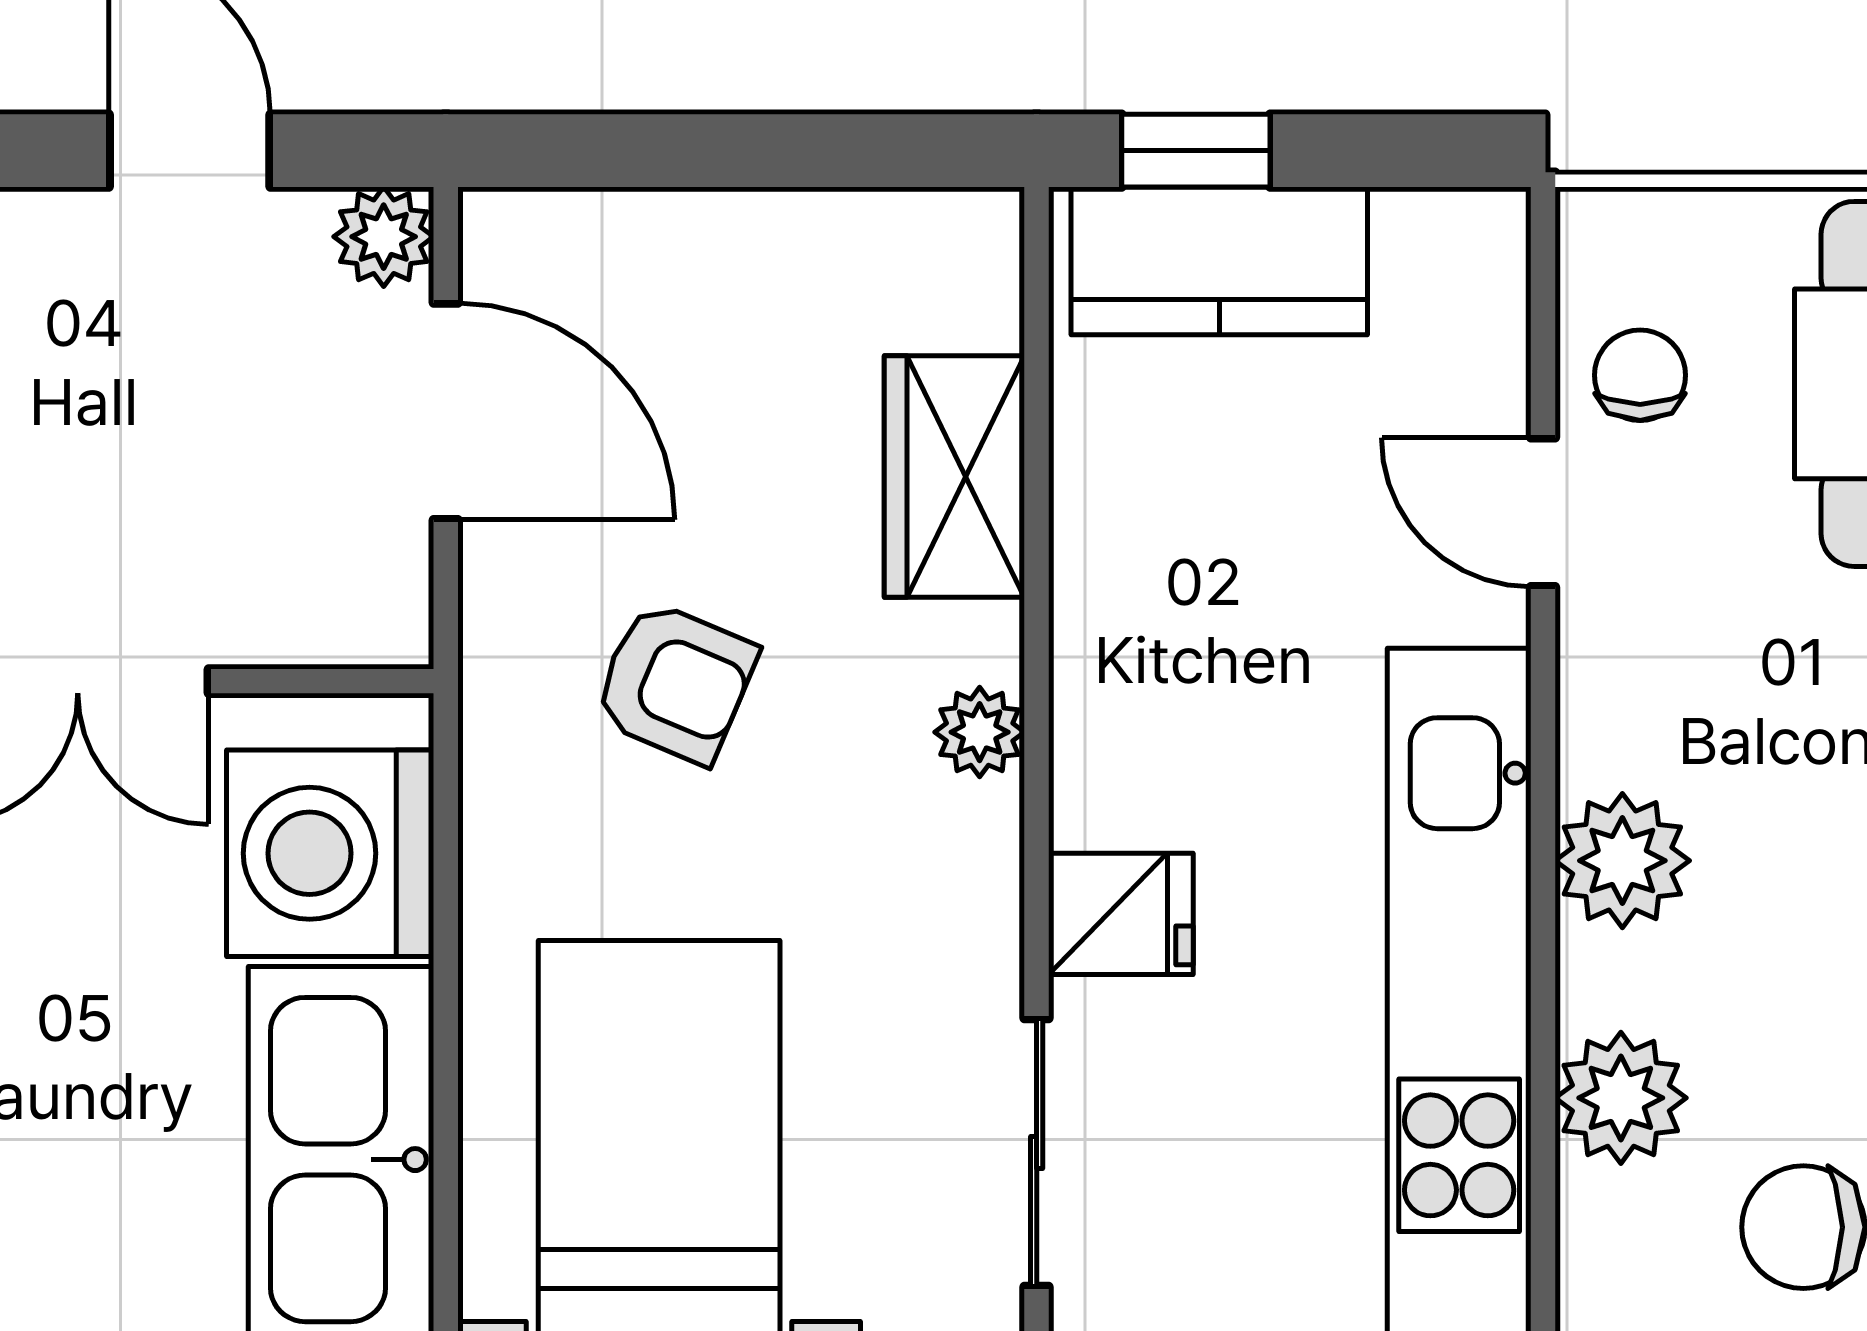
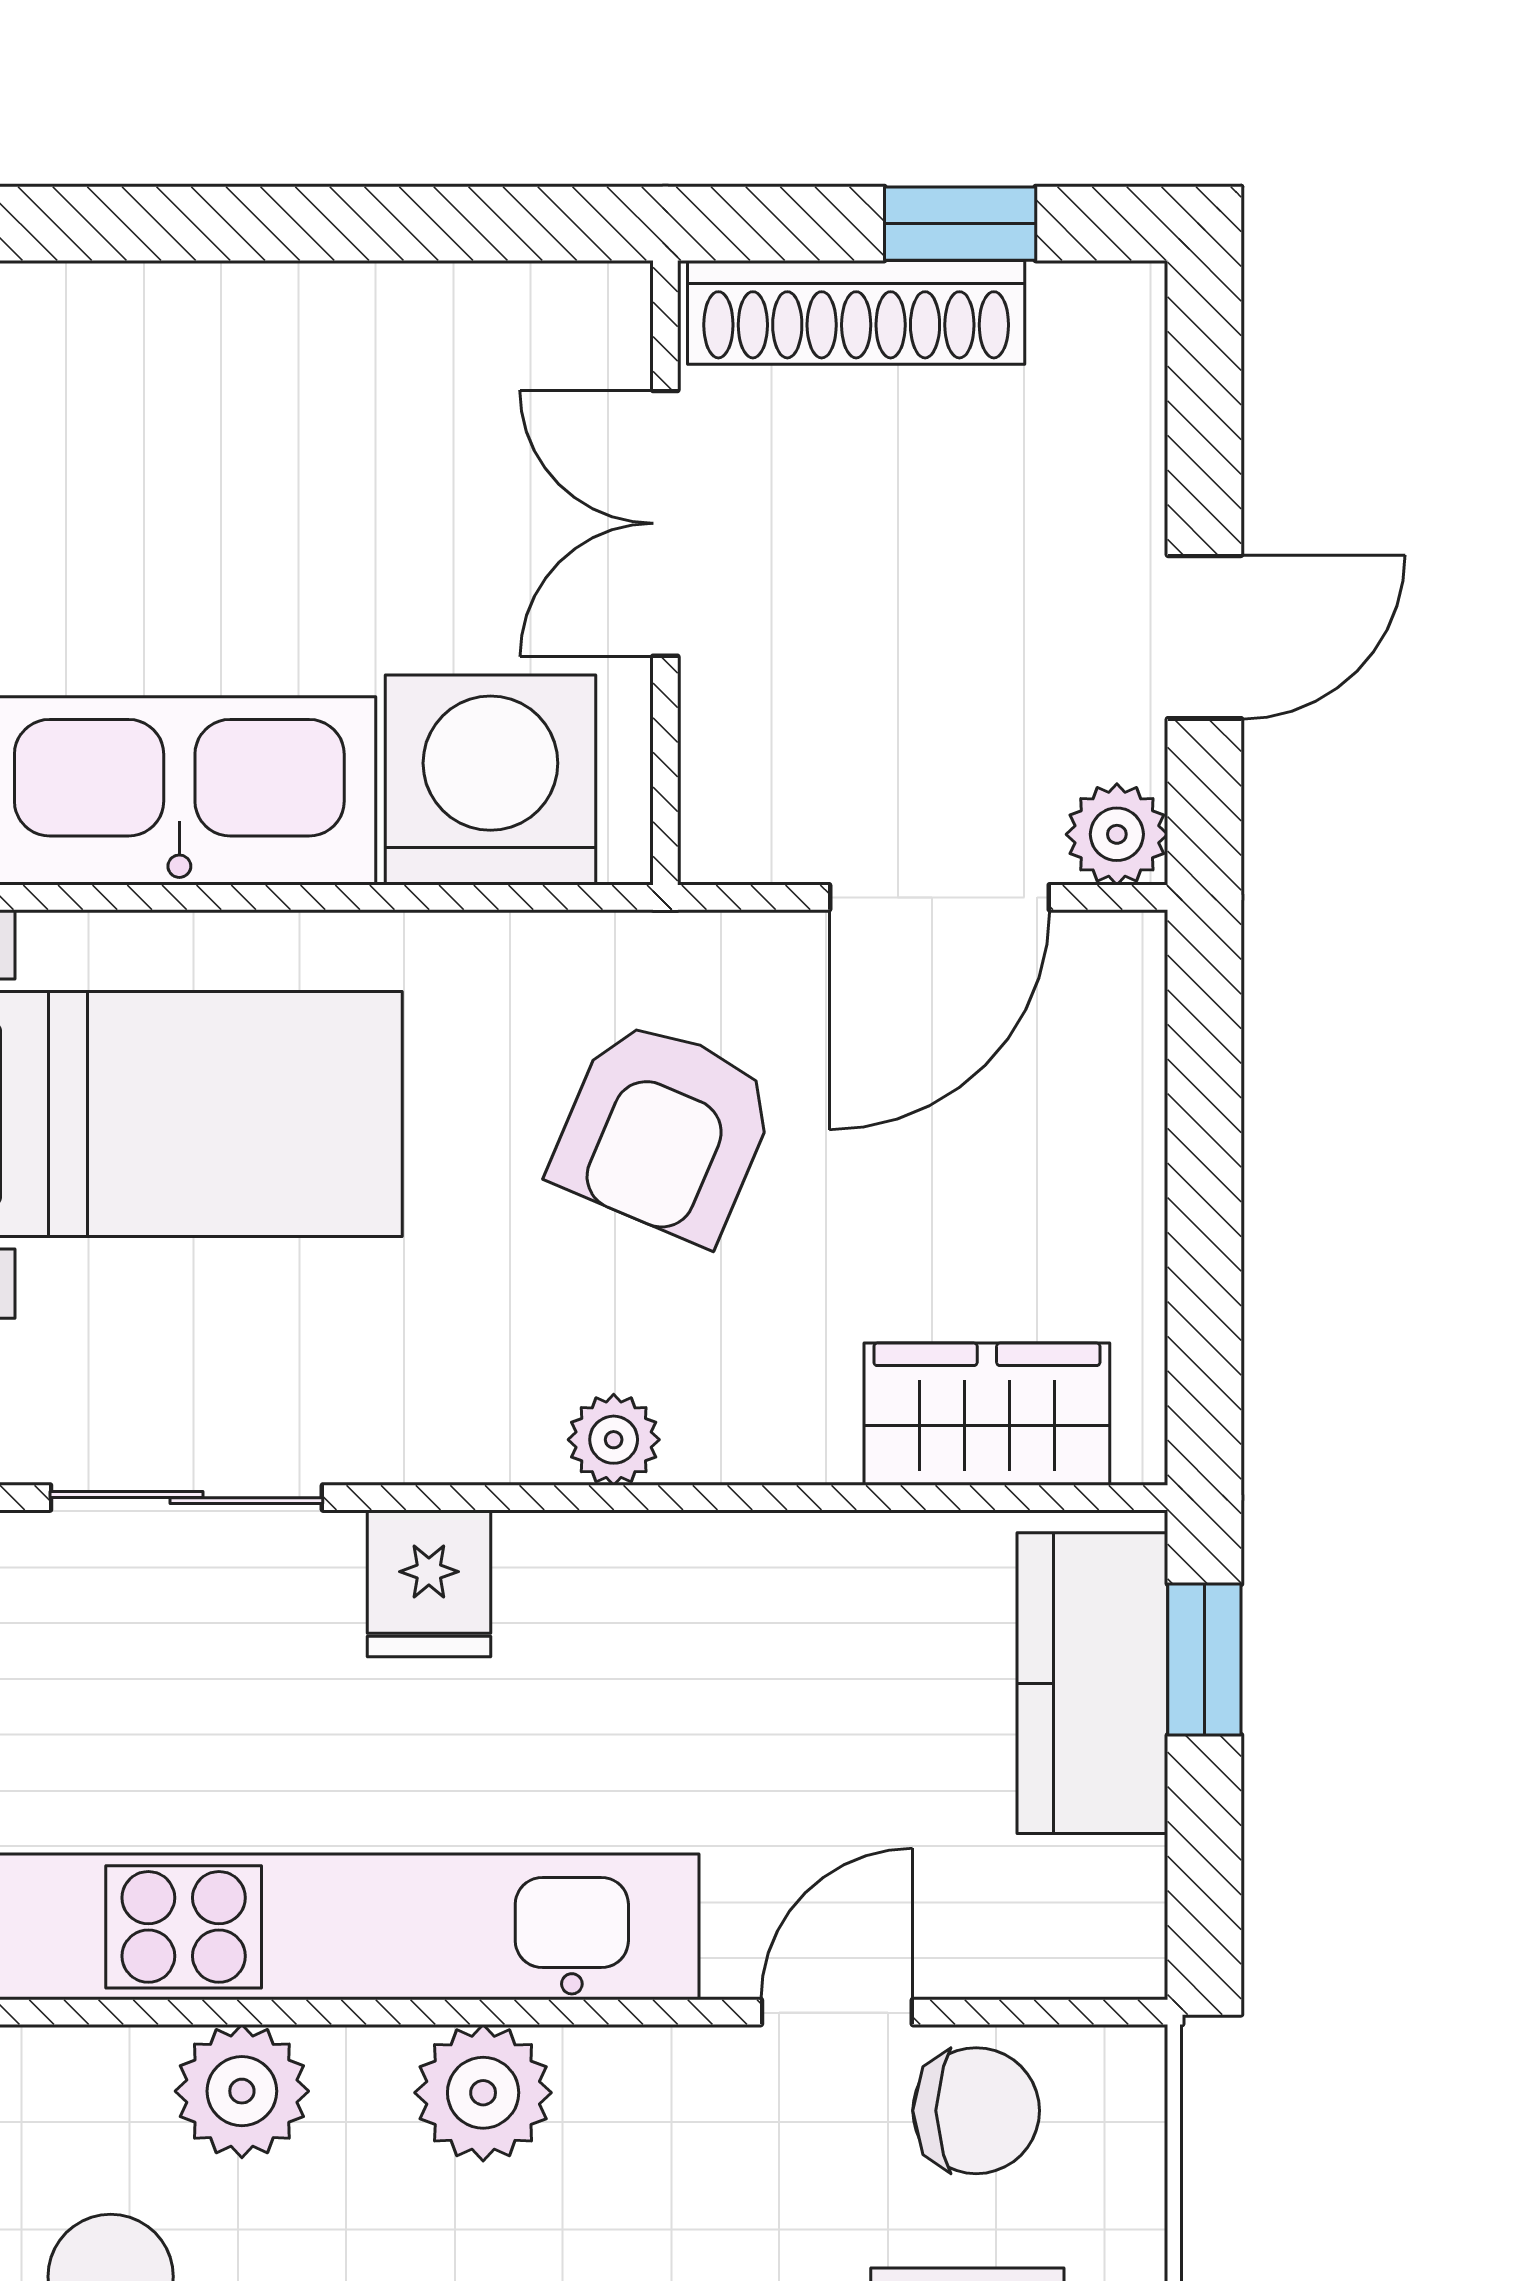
chair: (1640, 375) -> (976, 2111), width x1.37, depth x1.37
wardrobe: (954, 477) -> (987, 1414), moved
armchair: (675, 682) -> (664, 1130), width x1.38, depth x1.38

